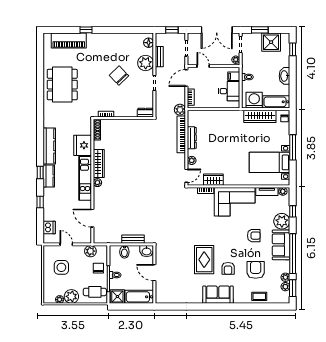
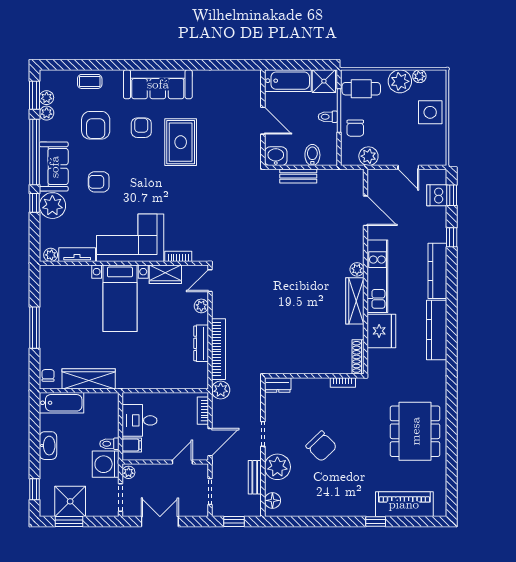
double door: (217, 30) -> (160, 522), width x0.73
window: (260, 30) -> (69, 522), moved
door: (203, 66) -> (182, 462), swing flipped
washing machine: (254, 100) -> (106, 464), moved, turned 90
bed with nightstands: (270, 162) -> (120, 298), moved, turned 90
window: (40, 172) -> (452, 195), moved
kitchen counter: (49, 176) -> (437, 271), width x1.50
window: (293, 211) -> (34, 203), moved
side table: (61, 267) -> (430, 112), moved
sofa: (218, 295) -> (158, 84), width x1.36

